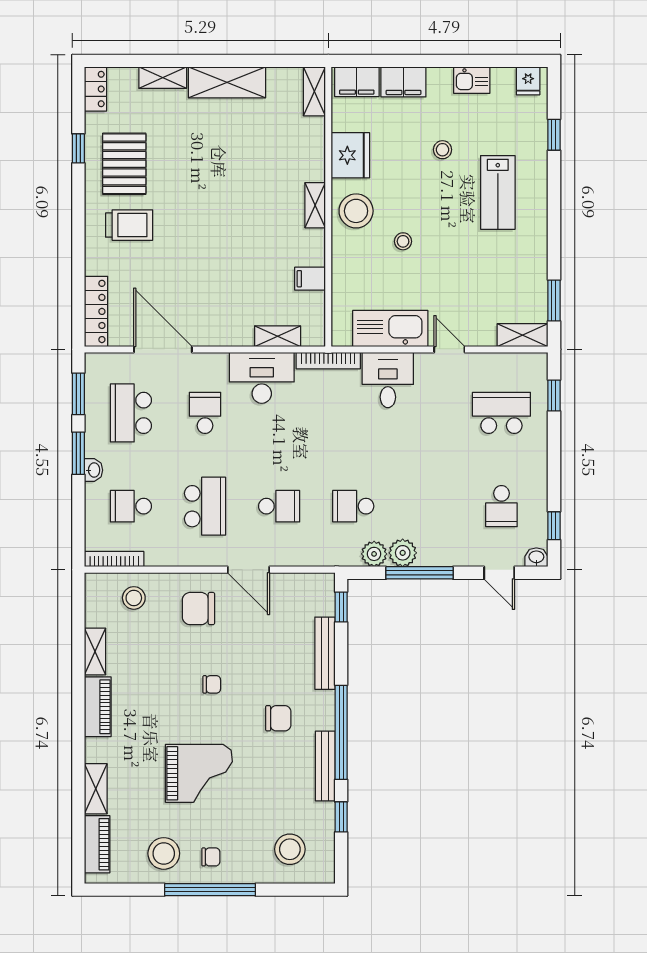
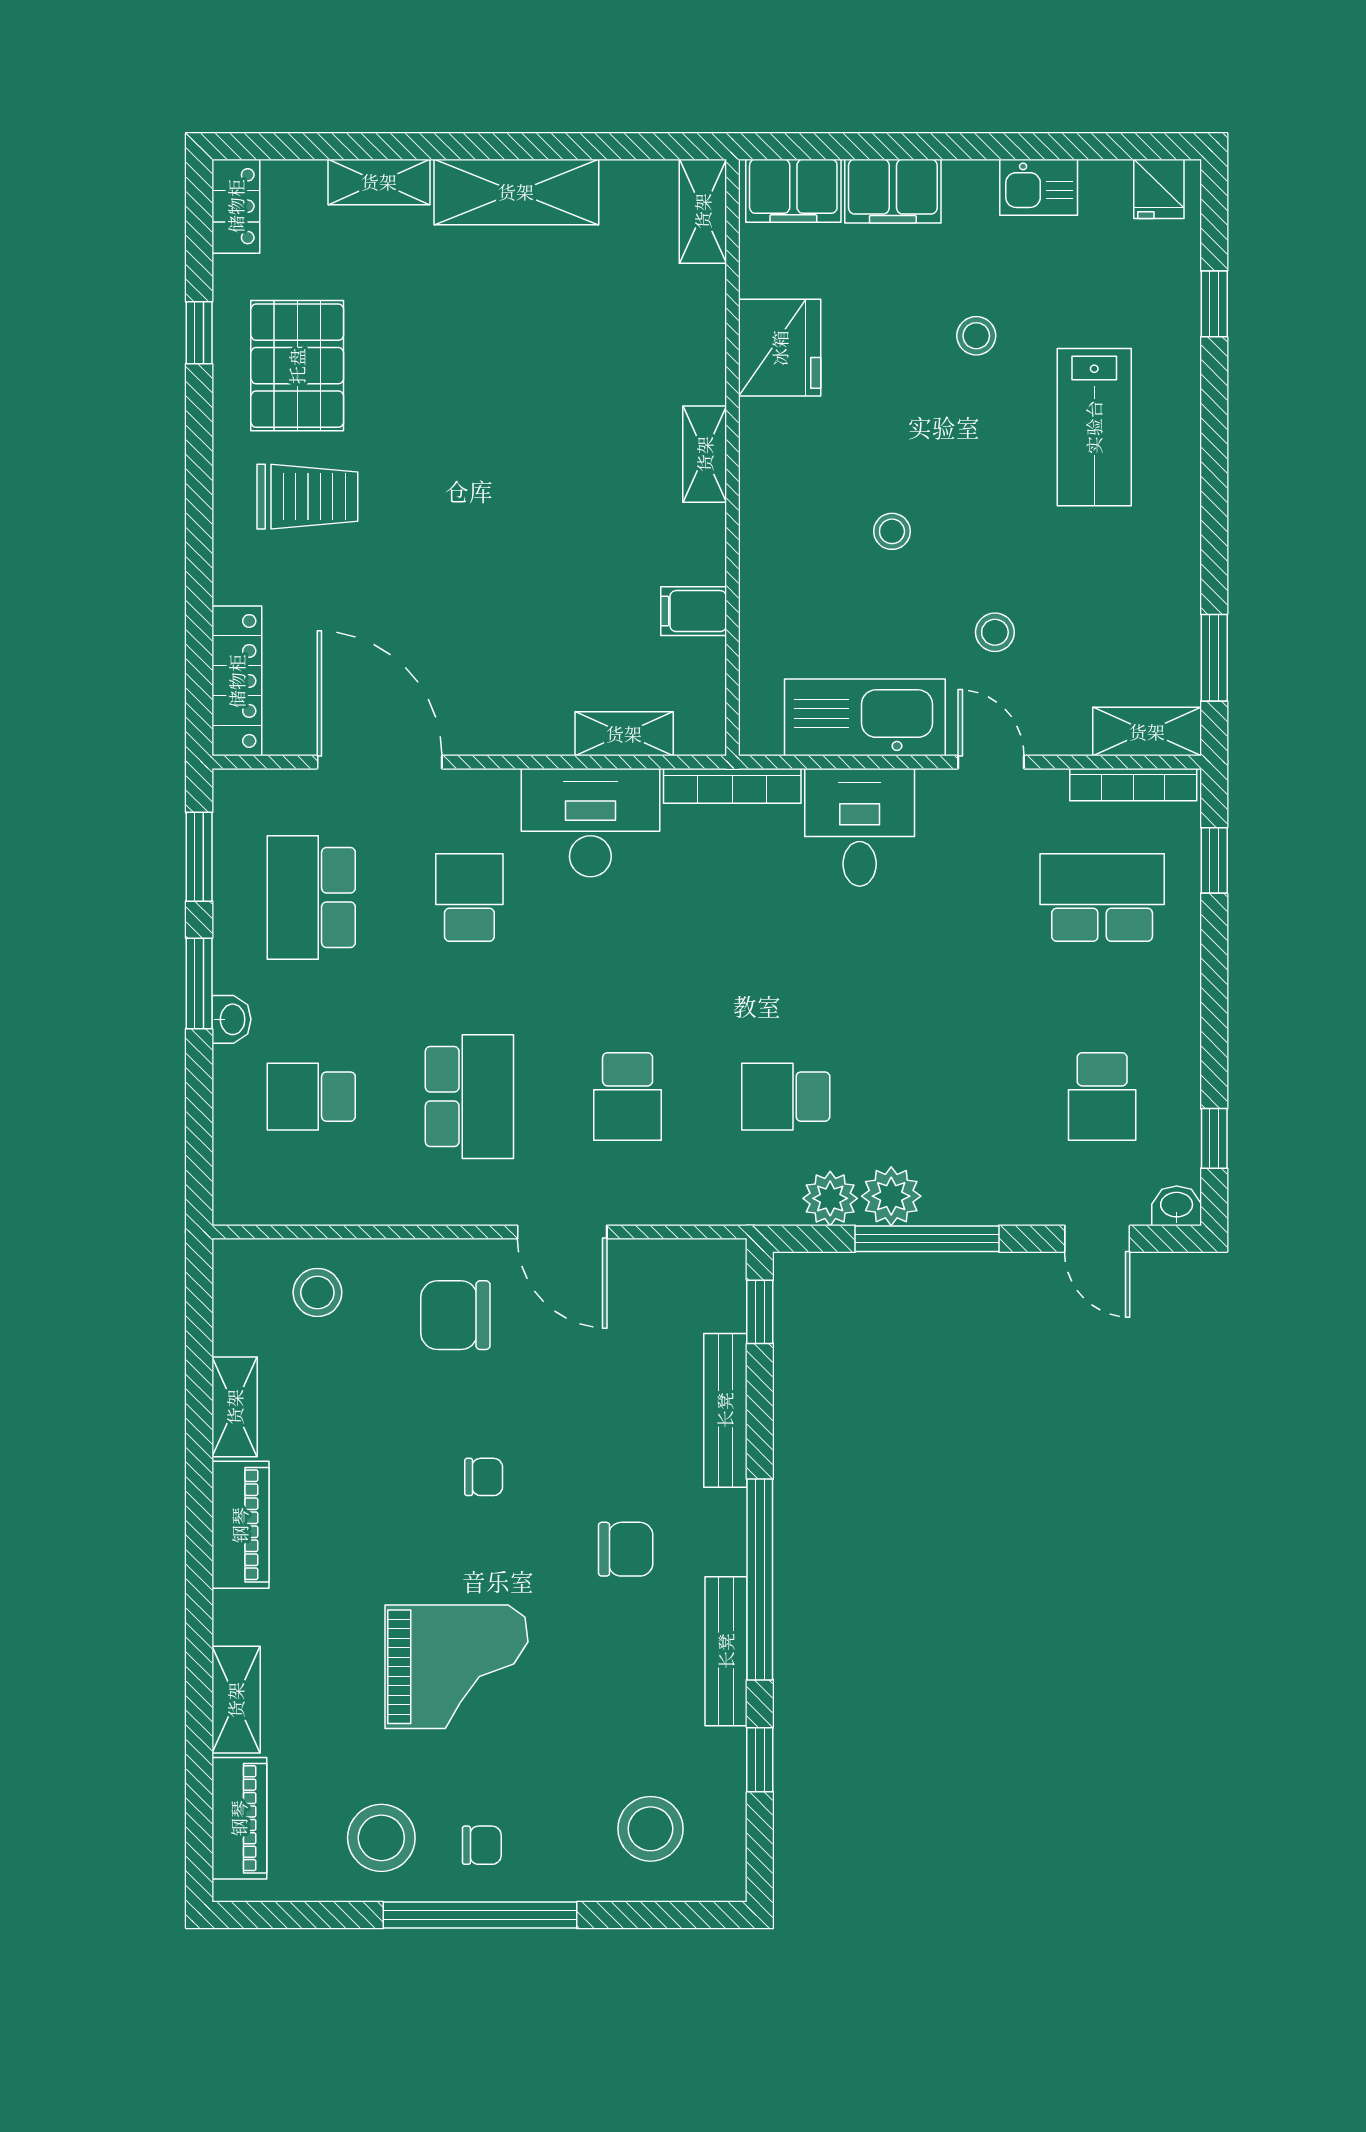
stool: (356, 211) -> (995, 632), moved, width x0.53, depth x0.53
school desk: (279, 506) -> (628, 1097), turned 90
bookcase: (114, 559) -> (1133, 785), moved, turned 180

